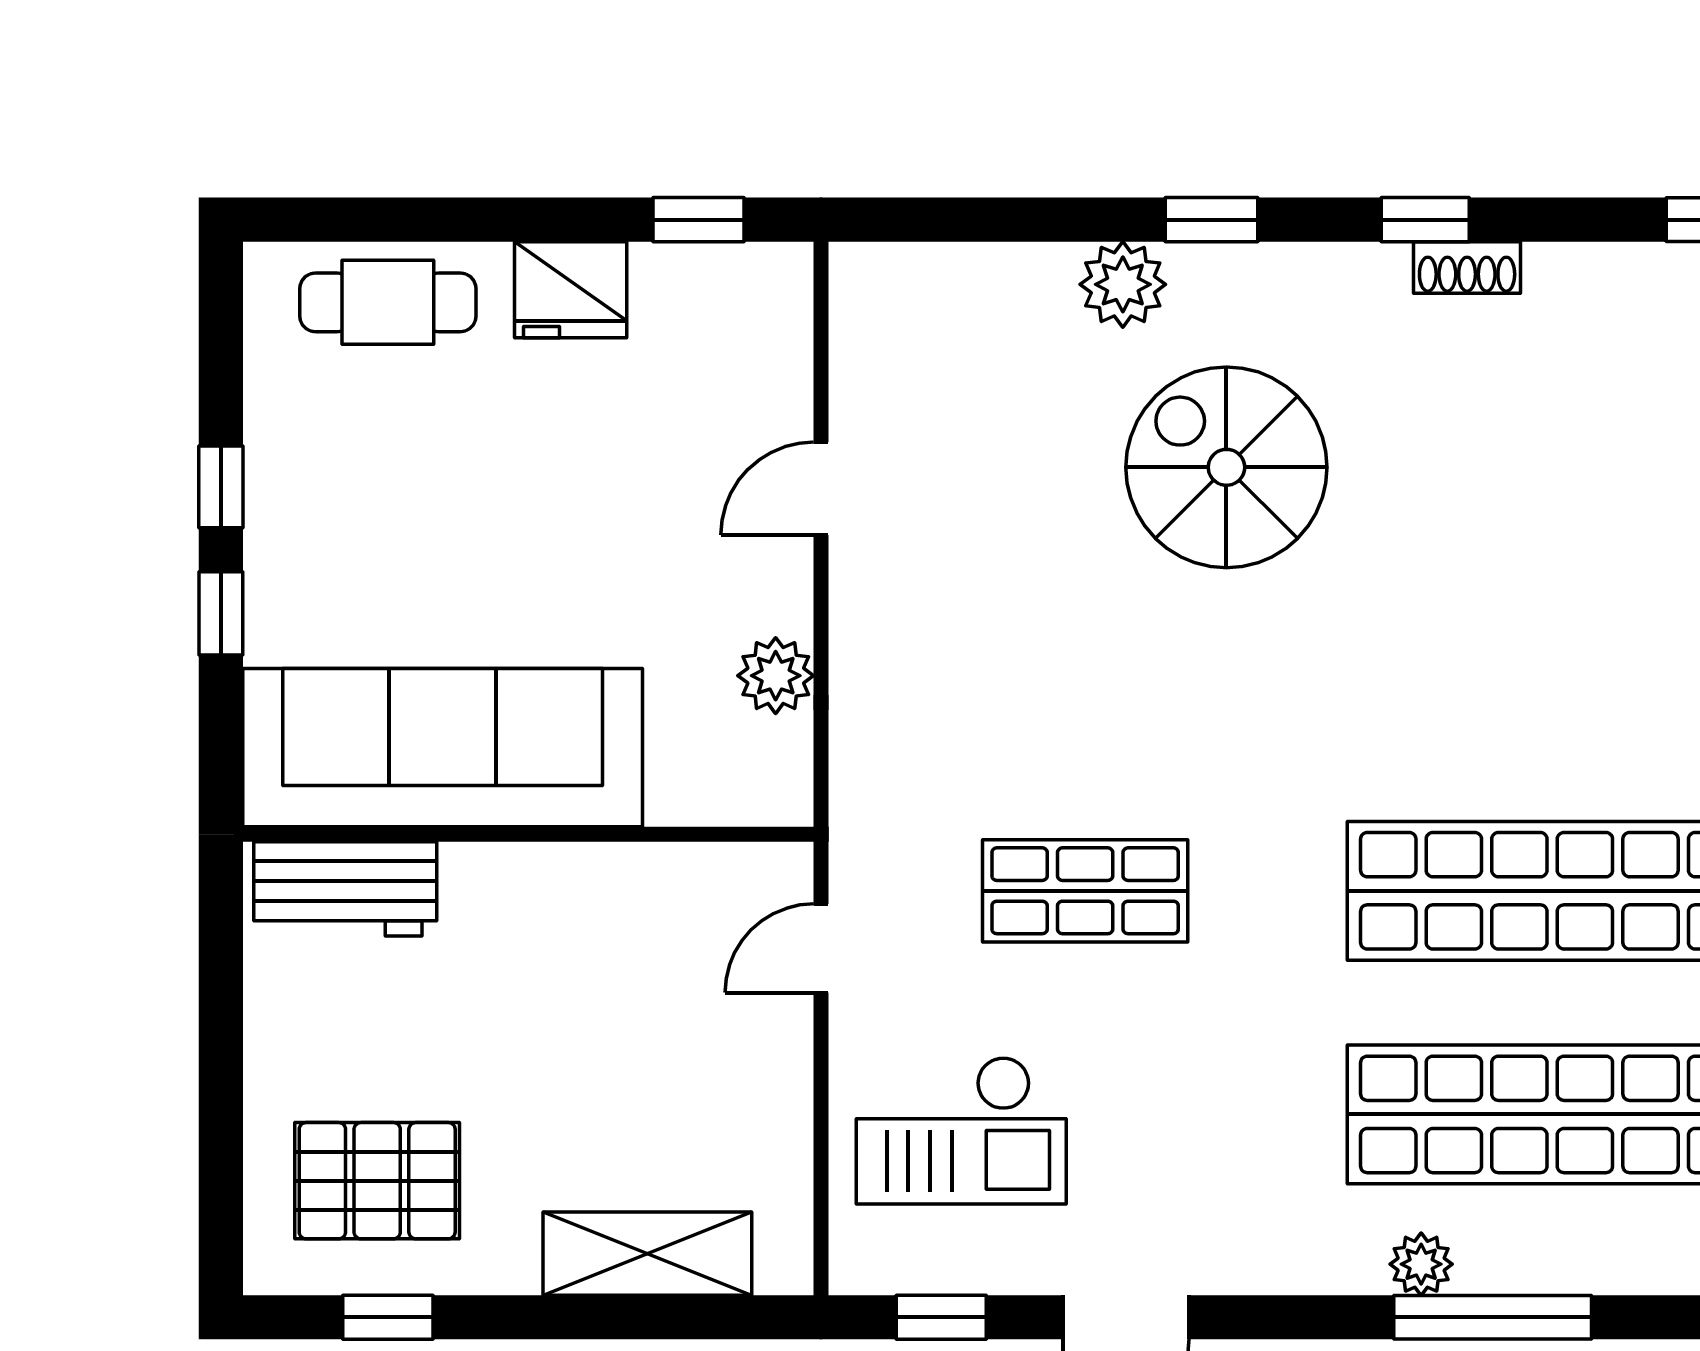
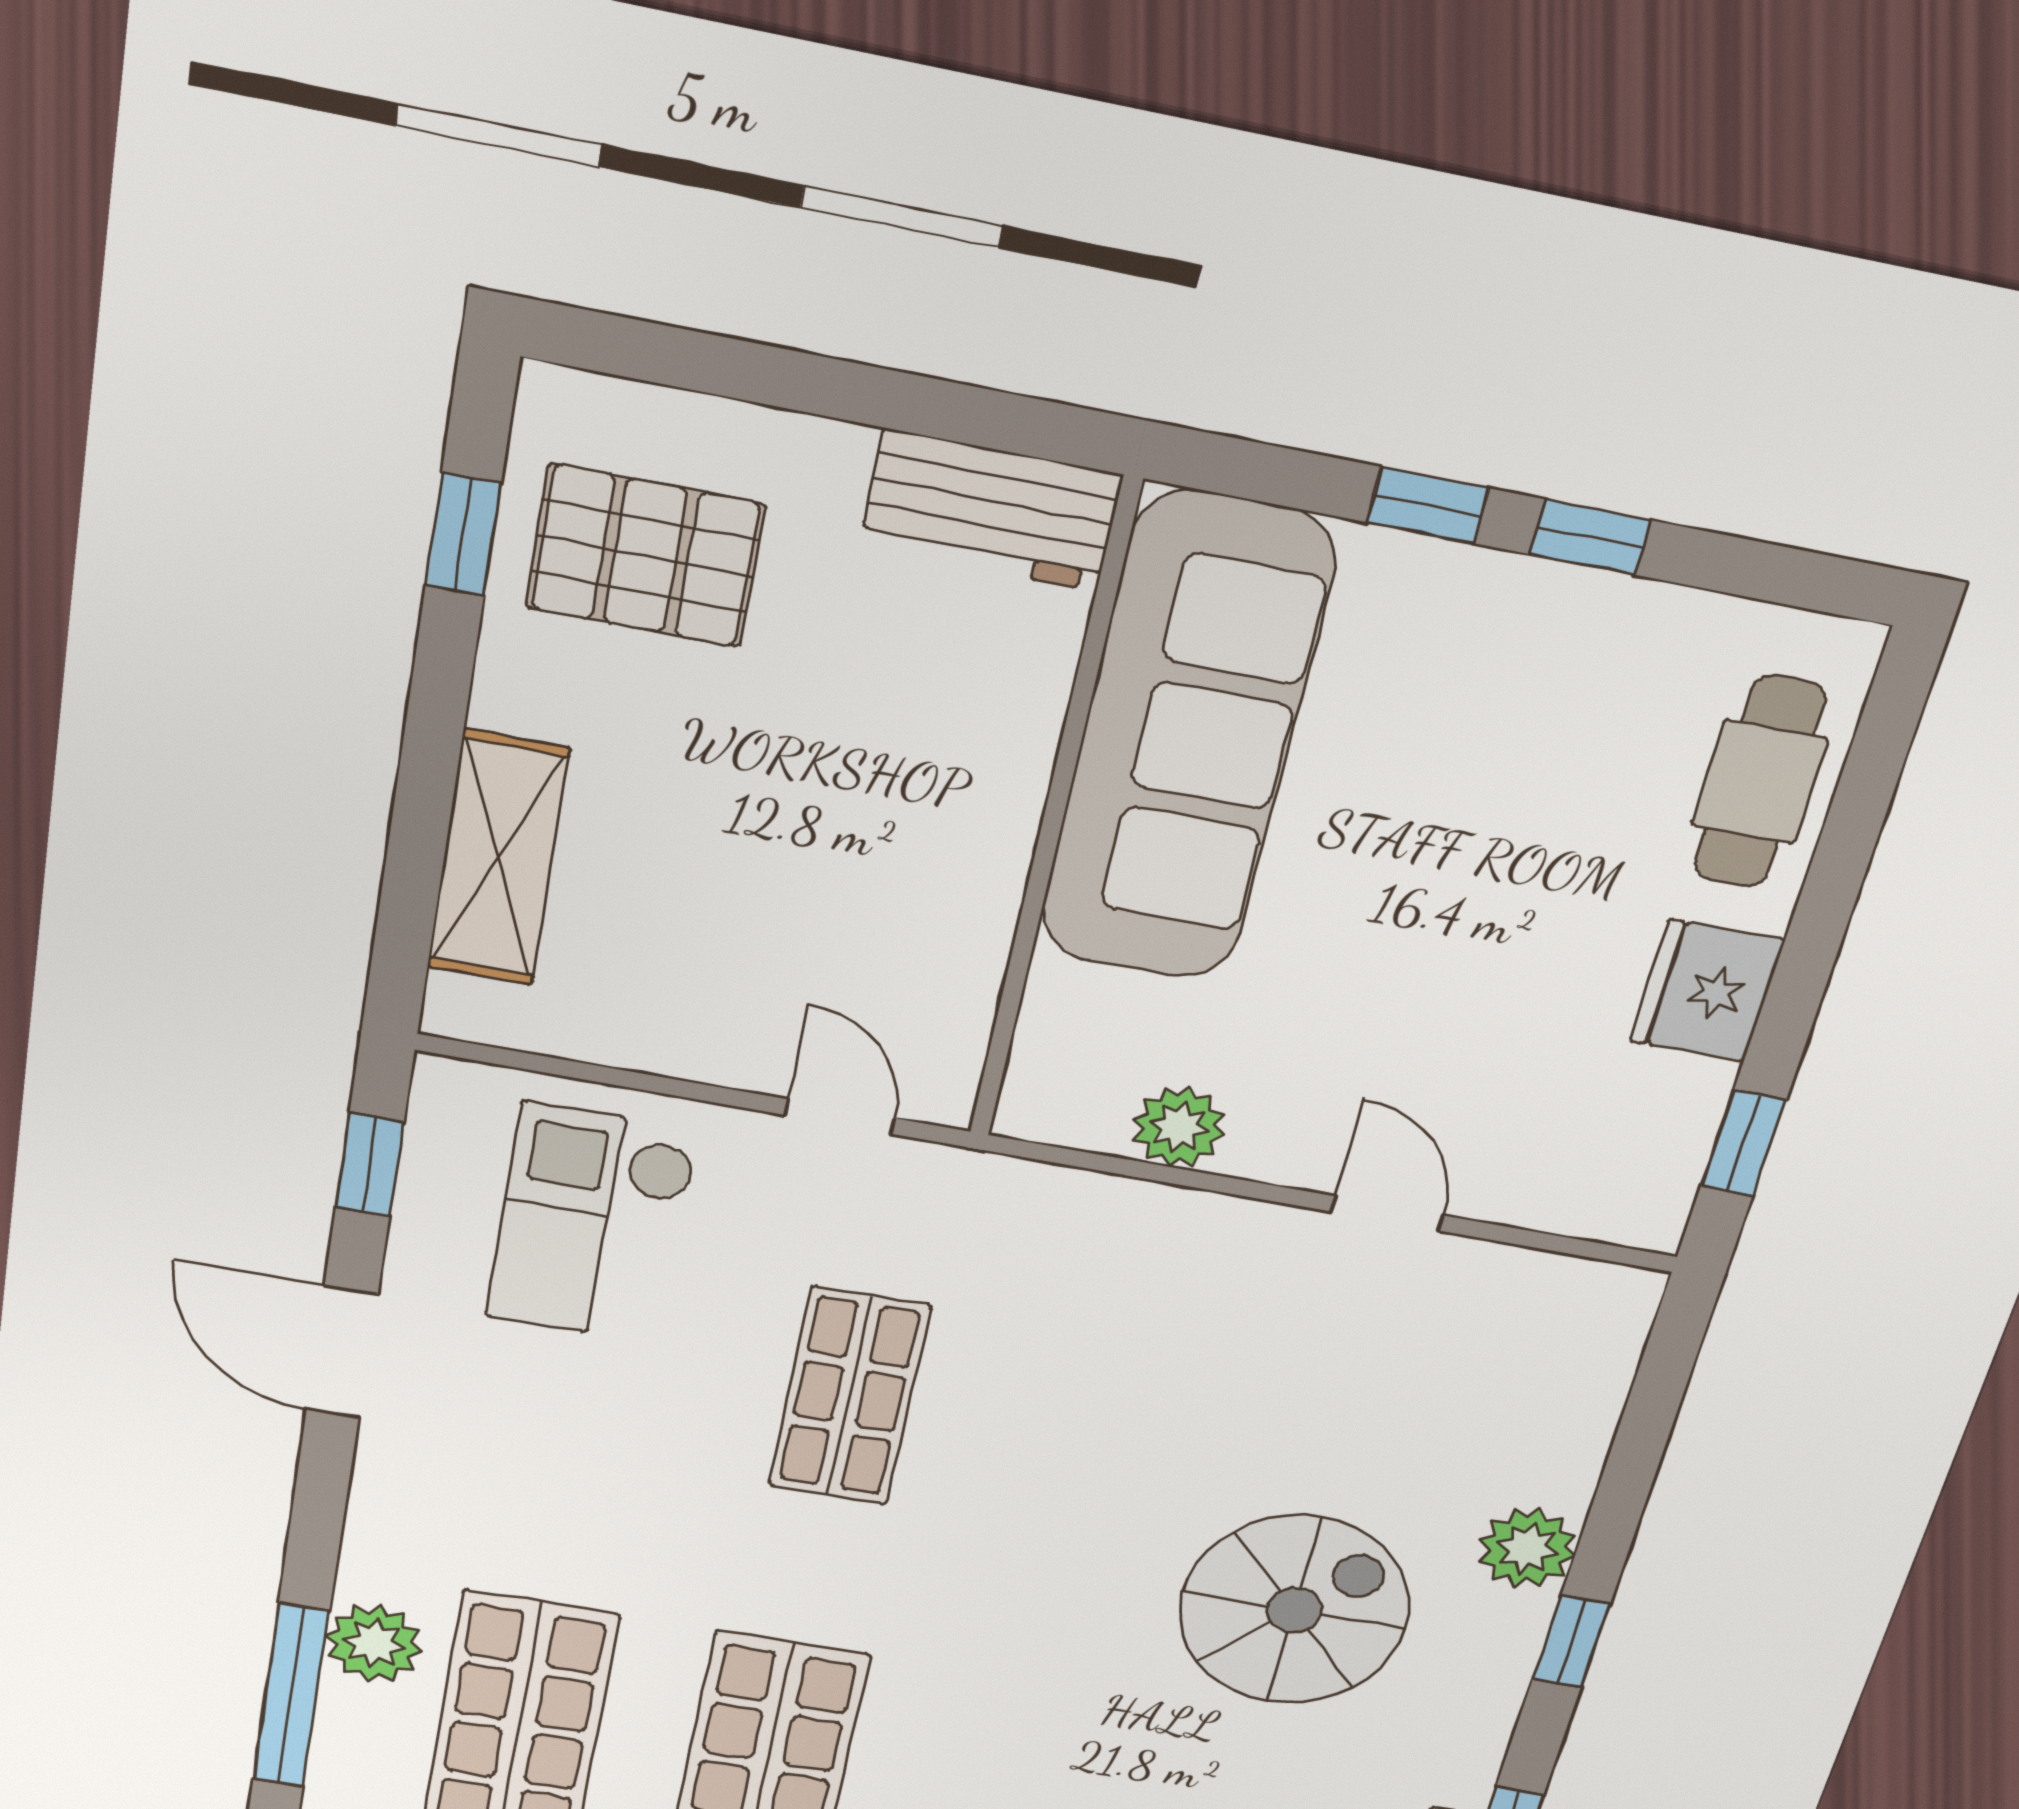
workbench: (345, 889) -> (991, 510), moved, turned -90
pallet: (377, 1181) -> (645, 556), turned 90
plant: (1421, 1264) -> (374, 1643), width x1.38, depth x1.38

